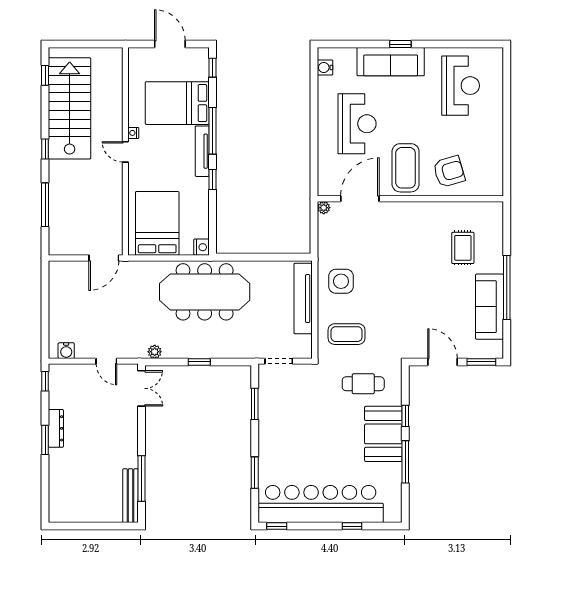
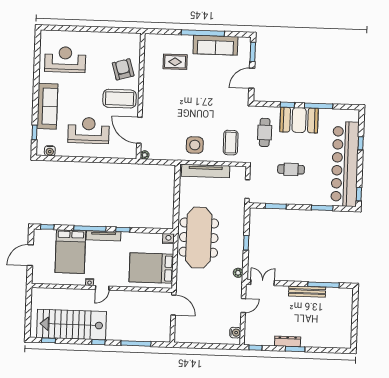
window: (400, 44) -> (35, 132), moved
cafe table: (310, 425) -> (291, 169), added
bench: (130, 496) -> (307, 292), moved

